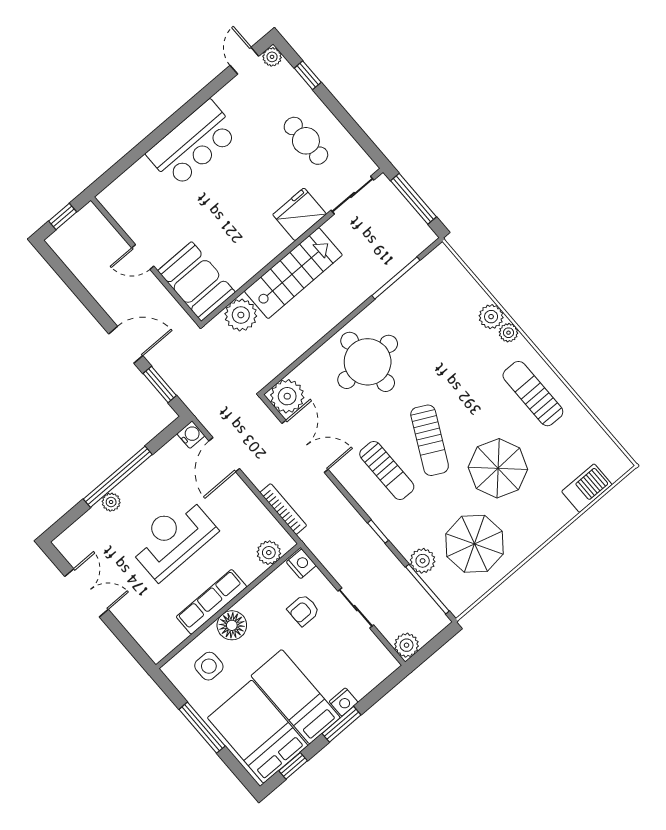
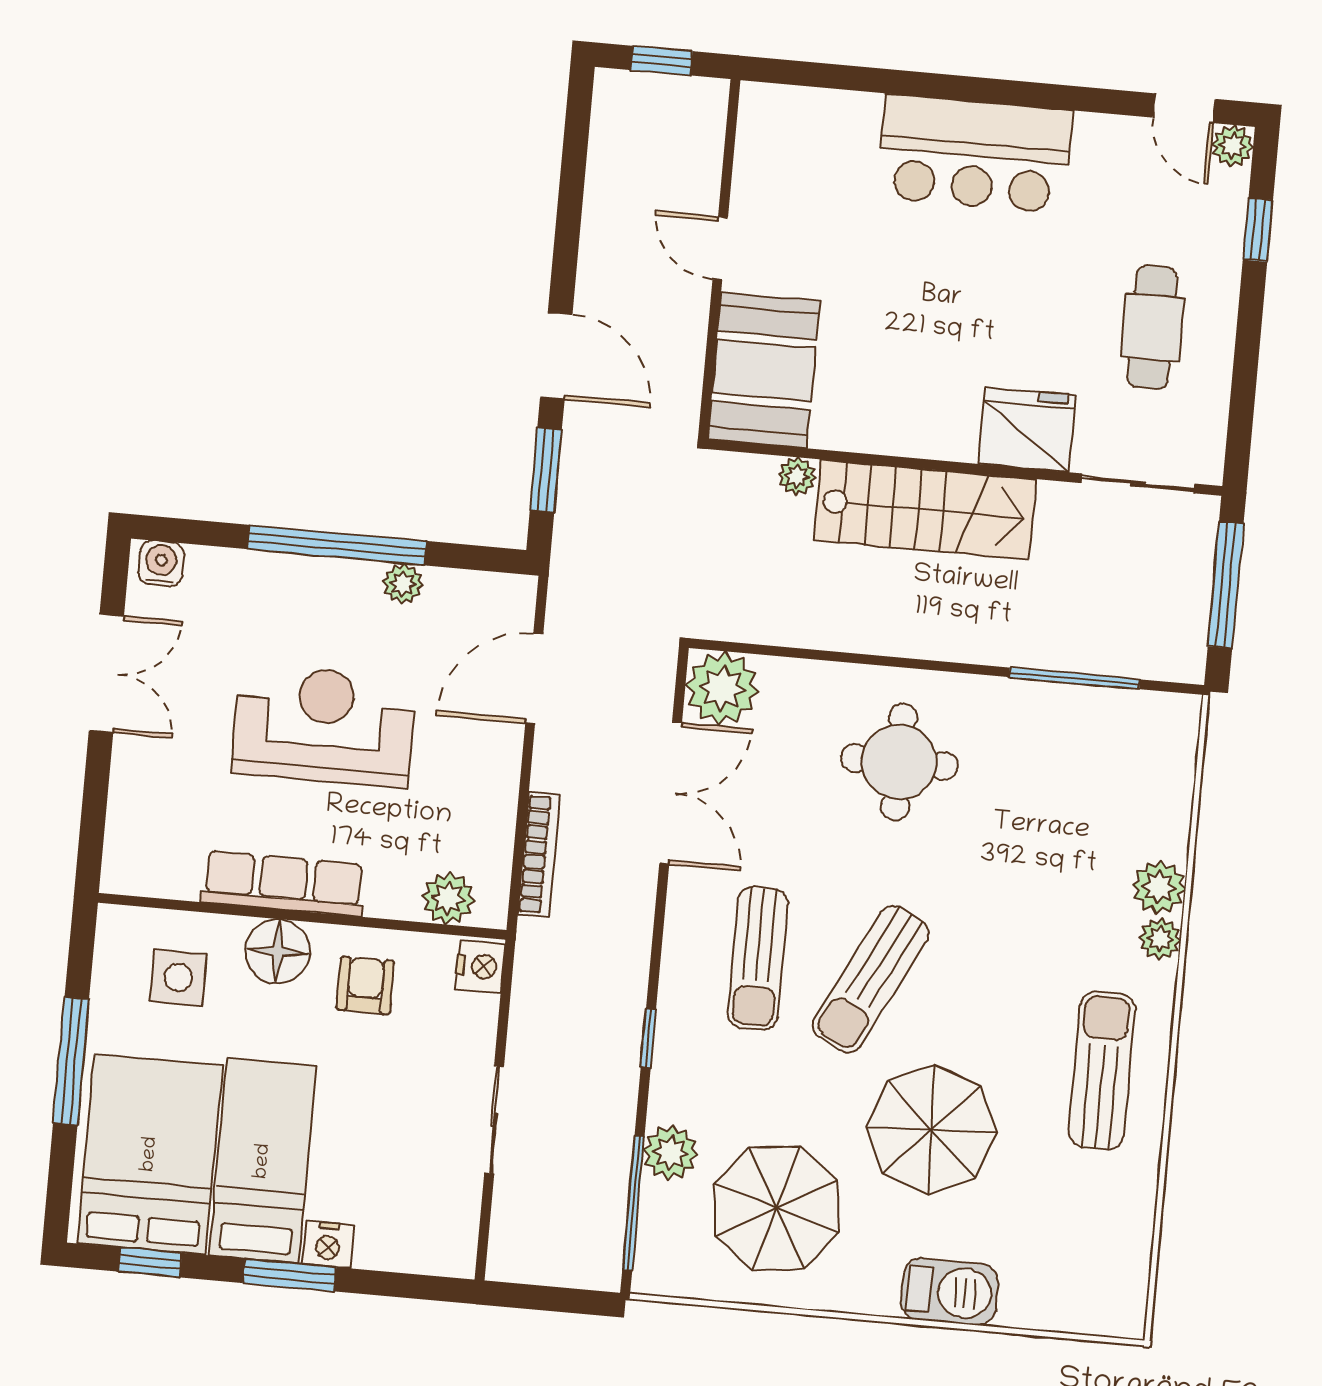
door: (244, 61) -> (1184, 108), swing flipped
plant: (241, 315) -> (797, 476), width x0.53, depth x0.53
round table: (368, 362) -> (899, 762), width x0.73, depth x0.73
water cooler: (191, 435) -> (161, 564), moved, turned -90
barbecue: (587, 488) -> (950, 1292), moved
plant: (111, 502) -> (403, 584), moved
armchair: (303, 610) -> (365, 985), moved, turned 90
plant: (407, 645) -> (513, 1256), removed

